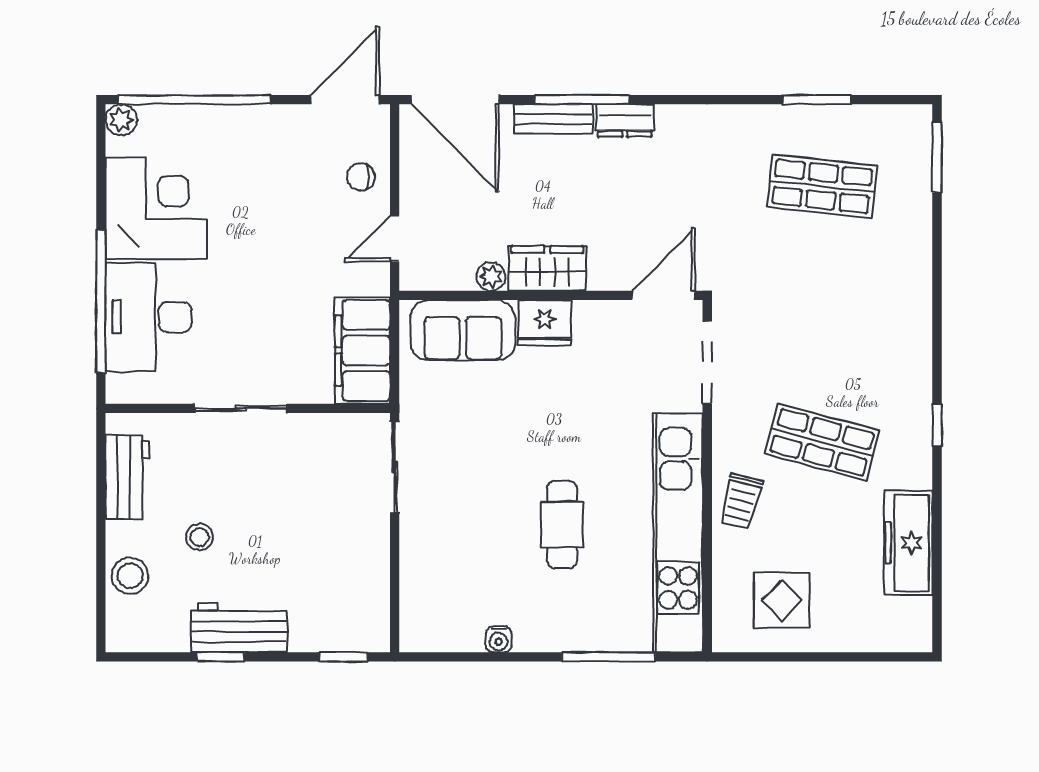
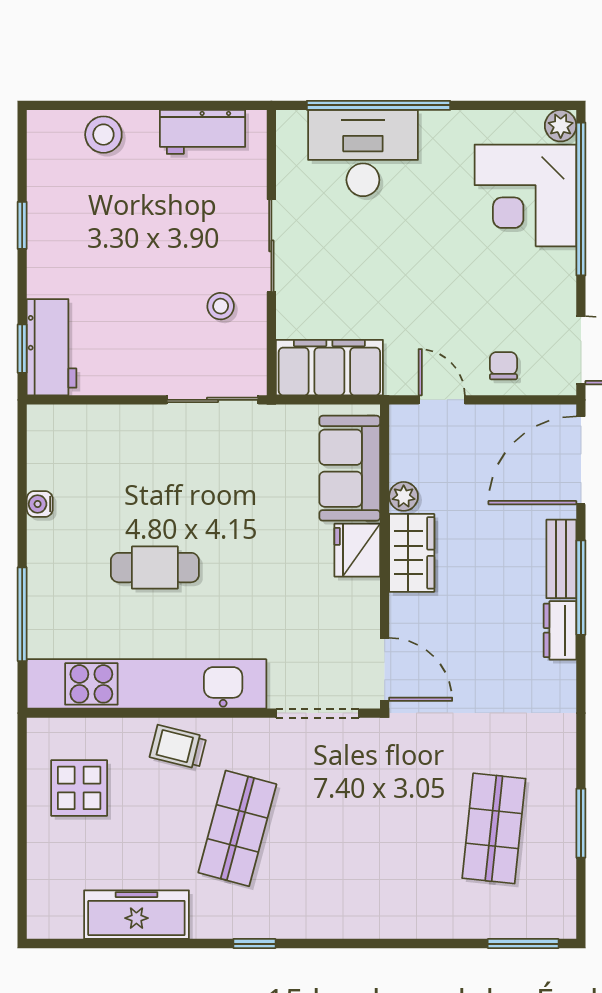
corner desk: (156, 208) -> (525, 195), moved, turned 90
stool: (200, 537) -> (221, 306), moved
workbench: (239, 628) -> (52, 347), moved

